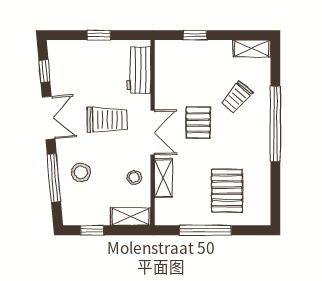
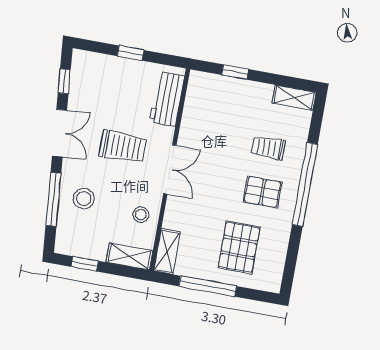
trolley: (237, 97) -> (268, 148), turned 49
pallet: (198, 122) -> (263, 192), moved, turned 90
shelving: (163, 178) -> (167, 251), moved

